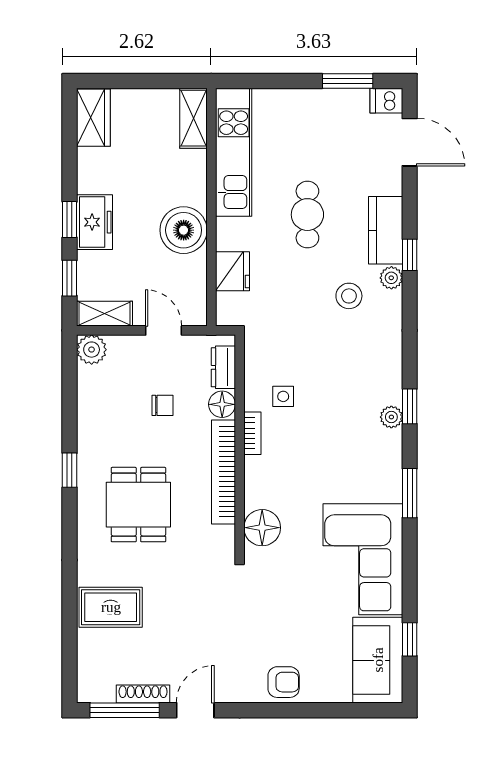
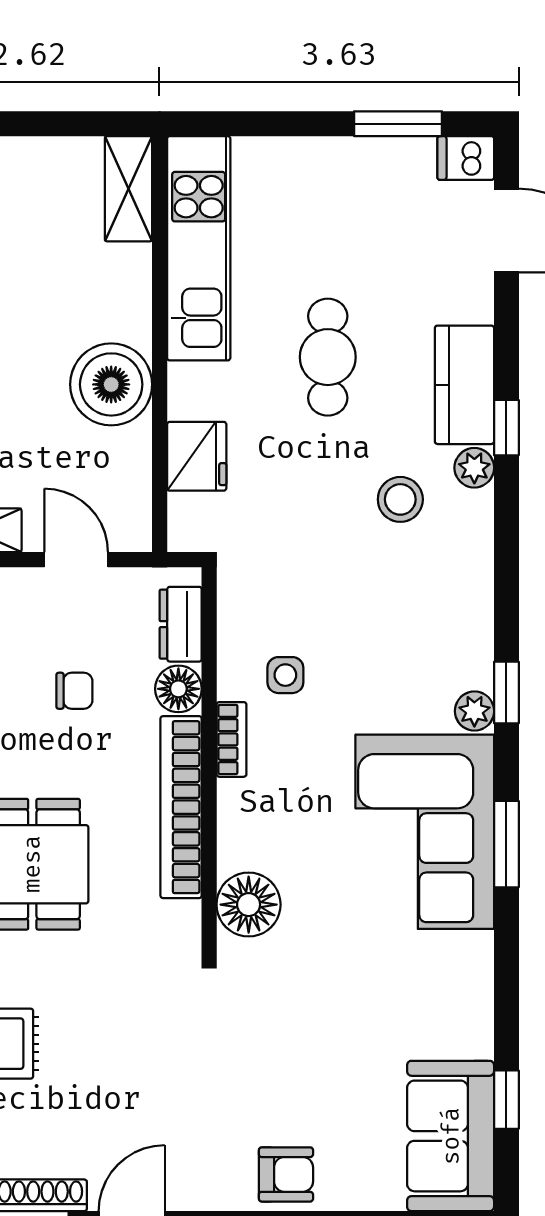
corner sofa: (363, 559) -> (425, 832), moved

